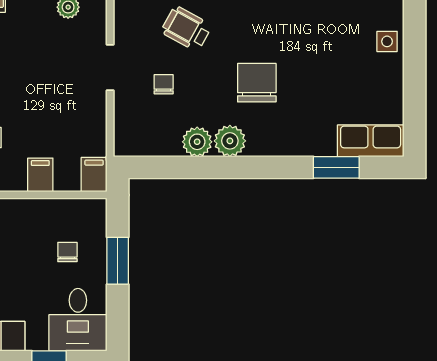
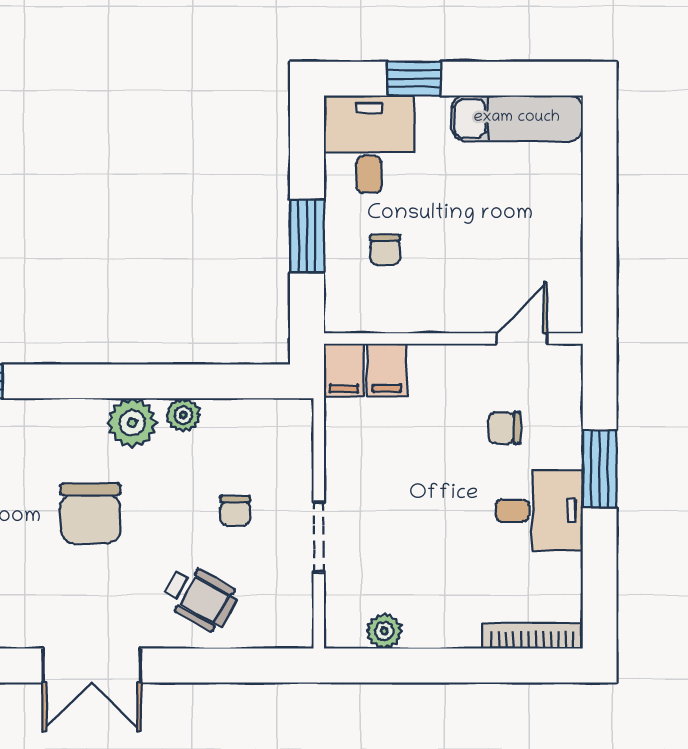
plant: (197, 142) -> (183, 415), width x0.73, depth x0.73
filing cabinet: (40, 175) -> (387, 370), moved

